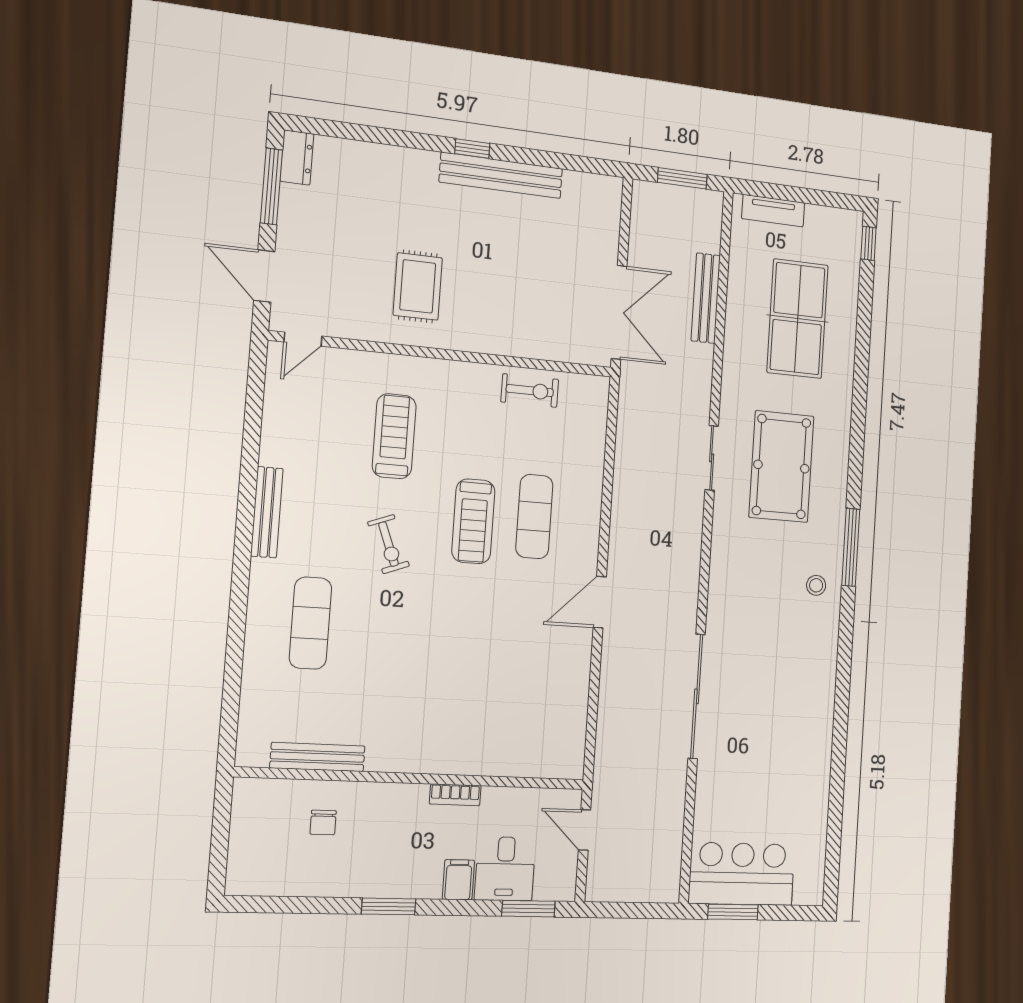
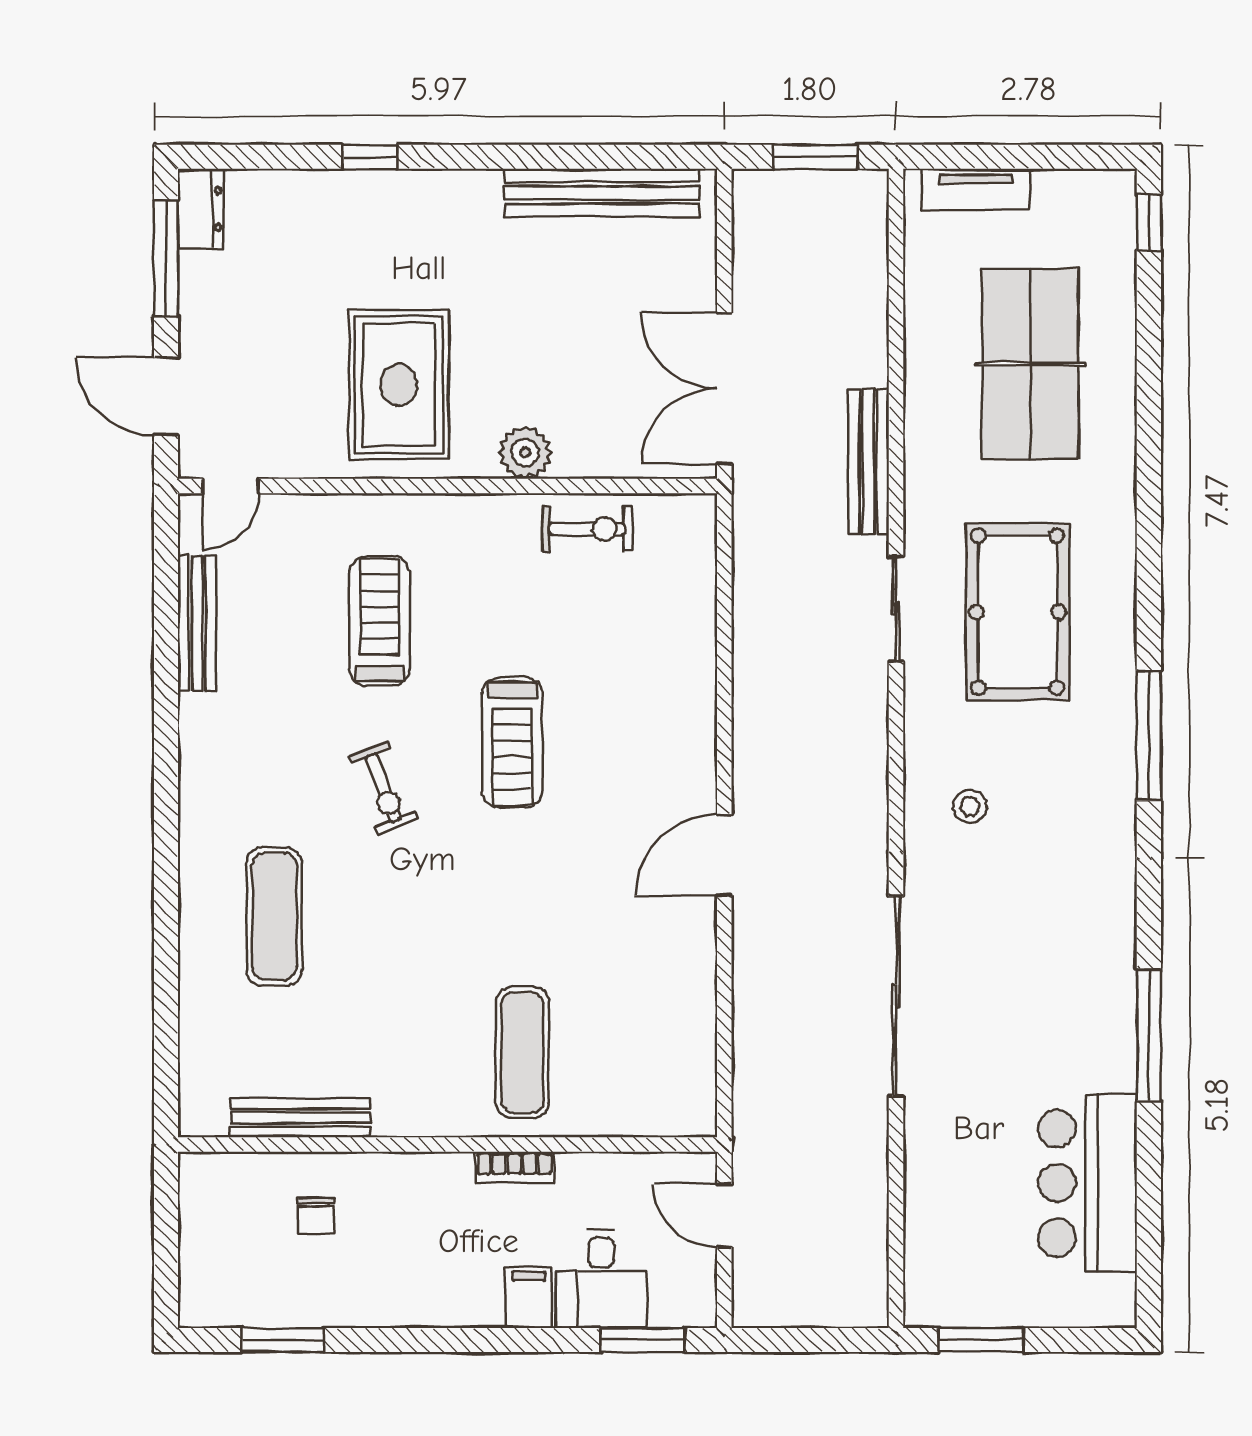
window: (472, 149) -> (370, 157), moved
bench: (501, 175) -> (602, 193), moved
rug: (418, 286) -> (399, 385), width x1.36, depth x1.43
bench: (706, 298) -> (868, 462), moved
double door: (619, 312) -> (724, 388), swing flipped
plant: (495, 338) -> (525, 453), added
bench: (267, 512) -> (197, 623), moved
exercise mat: (534, 517) -> (523, 1053), moved
stool: (816, 585) -> (970, 806), moved
window: (840, 728) -> (1149, 1035), added
bar counter: (742, 874) -> (1088, 1183), moved, turned -90
window: (389, 906) -> (283, 1340), moved

